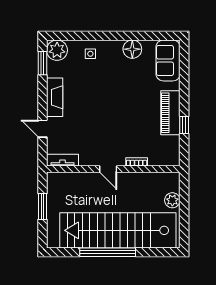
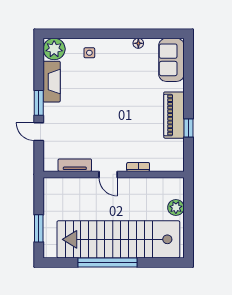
floor lamp: (132, 49) -> (138, 43), width x0.53, depth x0.53
window: (43, 63) -> (39, 103), moved
fireplace: (55, 97) -> (52, 82), moved
tv unit: (62, 160) -> (75, 165), moved
window: (43, 207) -> (39, 228), moved

